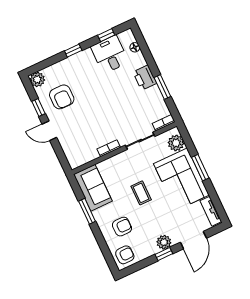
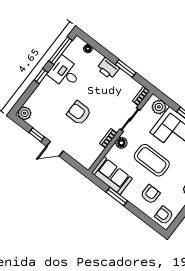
window: (106, 35) -> (61, 51), width x2.17
desk: (110, 54) -> (65, 73), moved
armchair: (62, 97) -> (79, 113), moved, turned 180
floor lamp: (120, 160) -> (121, 143), added
coffee table: (141, 193) -> (152, 160), width x1.86, depth x1.72
armchair: (125, 255) -> (164, 215), turned -90

